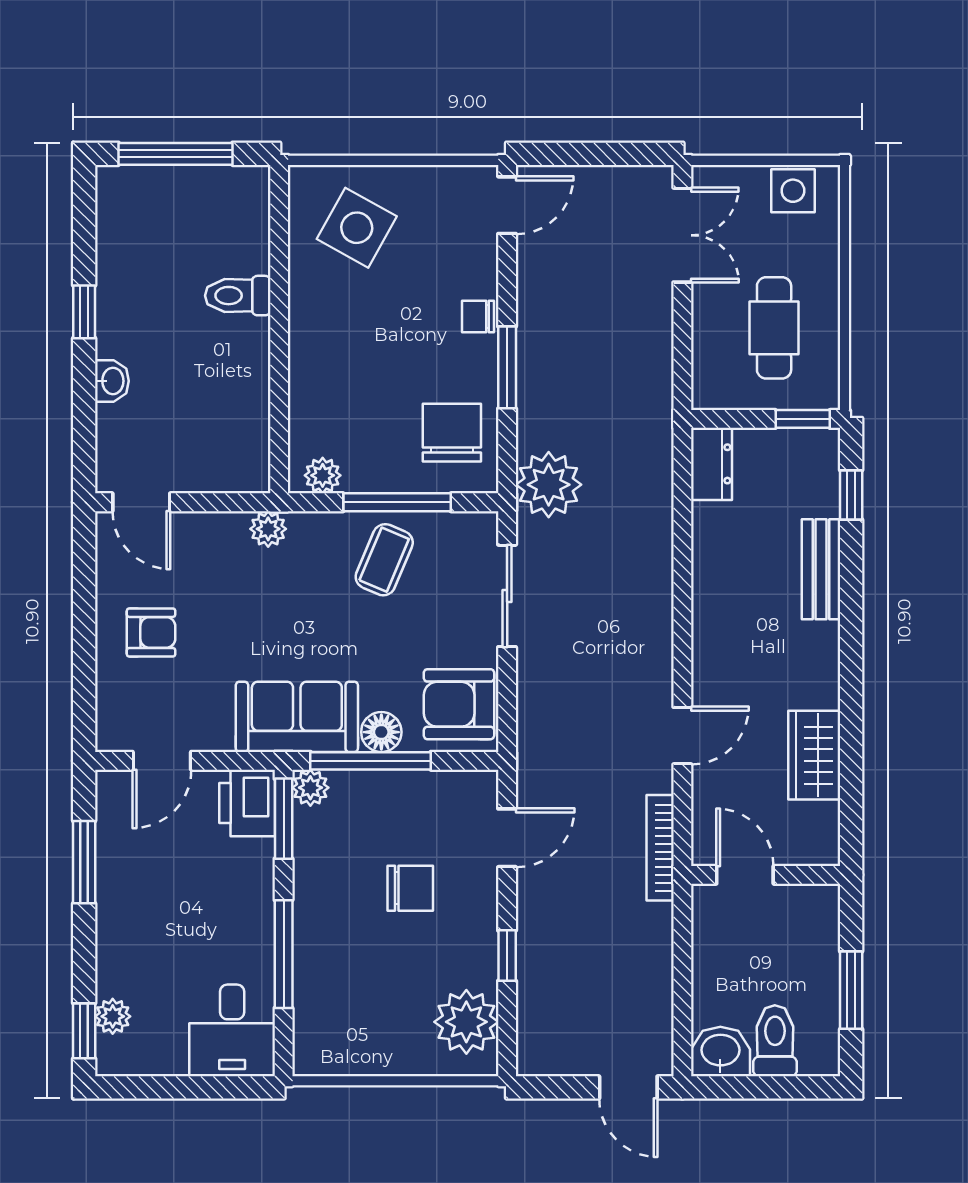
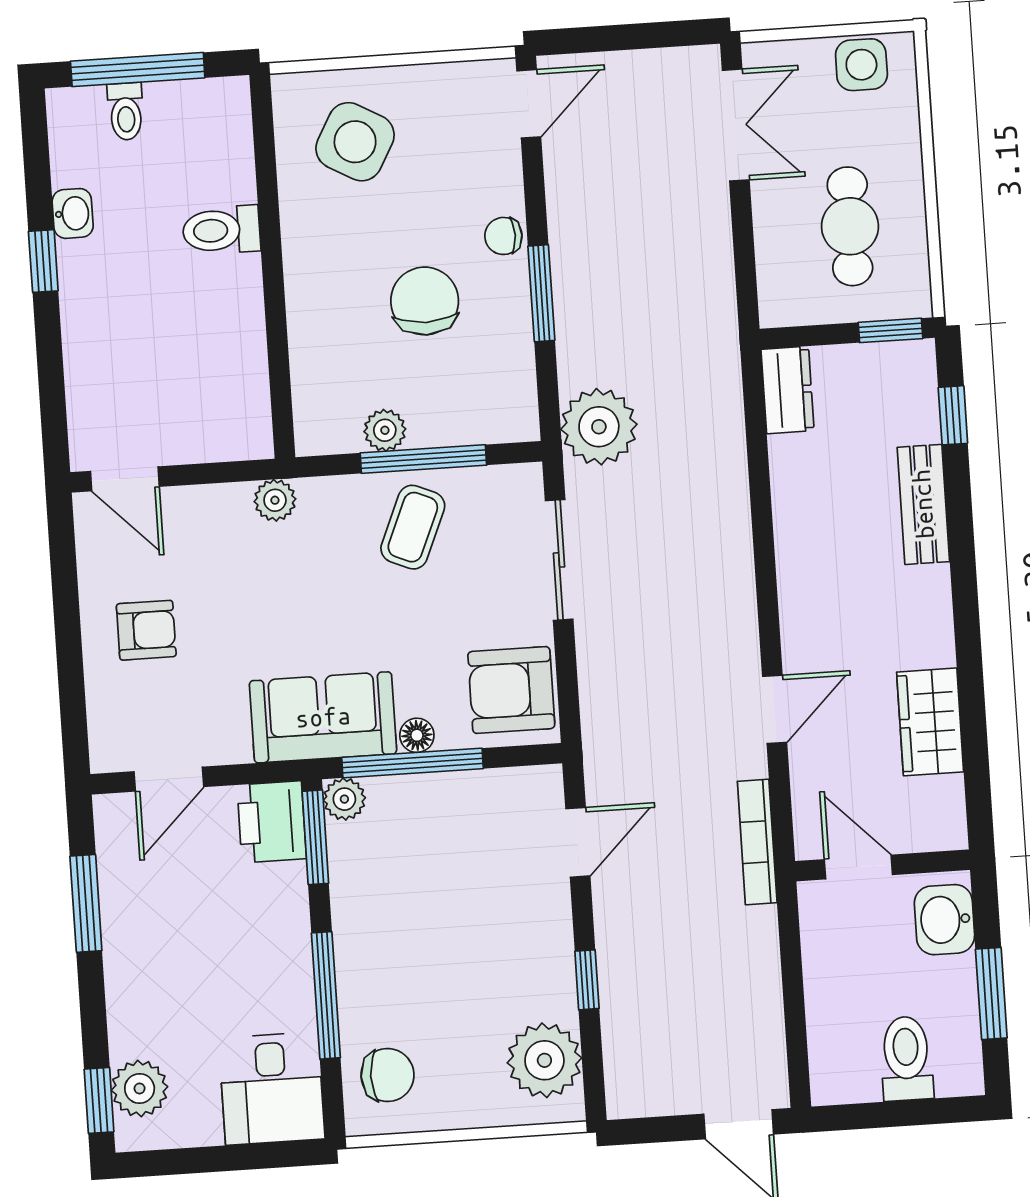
toilet: (163, 189) -> (126, 111), added
washbasin: (112, 381) -> (73, 213), moved
chair: (452, 433) -> (425, 301), moved
plant: (323, 475) -> (385, 430), moved
floor lamp: (381, 732) -> (417, 735), width x0.73, depth x0.73
chair: (410, 888) -> (387, 1075), moved
plant: (113, 1016) -> (140, 1088), width x1.38, depth x1.38
washbasin: (720, 1052) -> (944, 920), moved, turned -90

